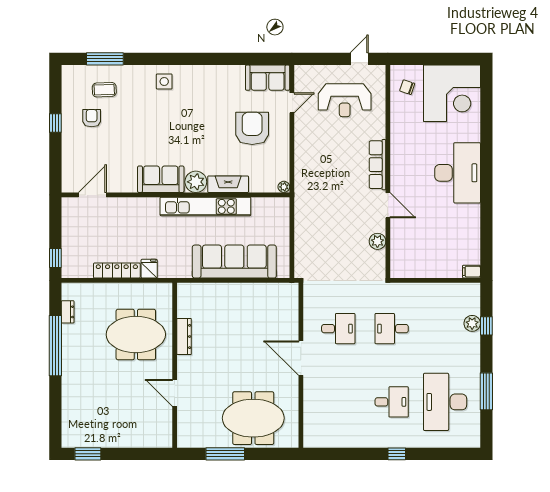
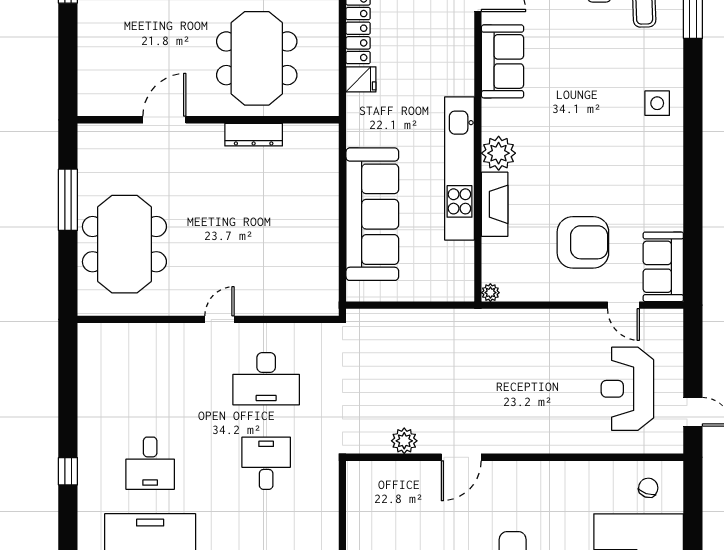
row of seats: (377, 165) -> (526, 441), removed
sofa: (161, 179) -> (503, 61), moved
desk: (338, 329) -> (266, 379), width x1.37
door: (301, 358) -> (219, 319), width x0.53

